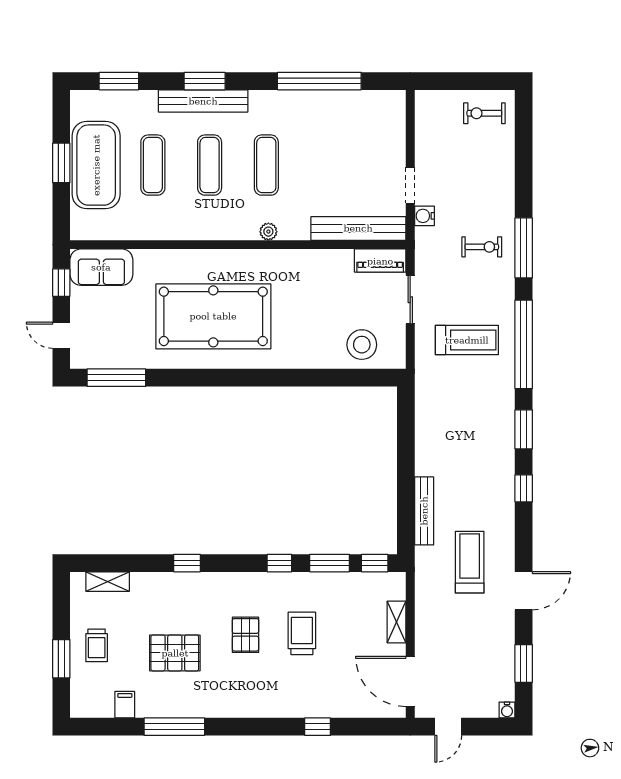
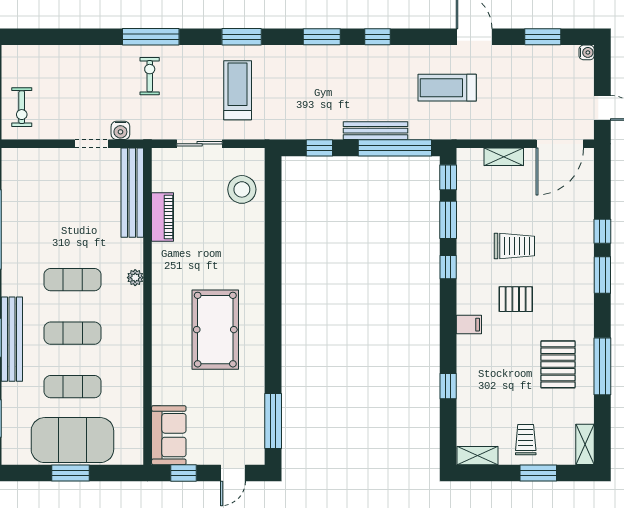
exercise bike: (484, 113) -> (22, 107), moved
piano: (380, 261) -> (163, 217), moved
pool table: (213, 316) -> (215, 330), width x0.73, depth x0.76
window: (524, 344) -> (242, 37), width x0.47
window: (406, 427) -> (319, 148), added
window: (406, 507) -> (395, 148), added
bench: (424, 511) -> (375, 131), moved
window: (187, 563) -> (448, 386), moved
shelving: (108, 582) -> (478, 456), moved, turned 90
trolley: (302, 633) -> (514, 246), turned 180
trolley: (97, 645) -> (526, 440), turned -90
pallet: (175, 653) -> (558, 364), moved
filing cabinet: (125, 705) -> (469, 325), moved, turned 180
shelving: (92, 708) -> (585, 444), added
window: (271, 727) -> (602, 275), added

